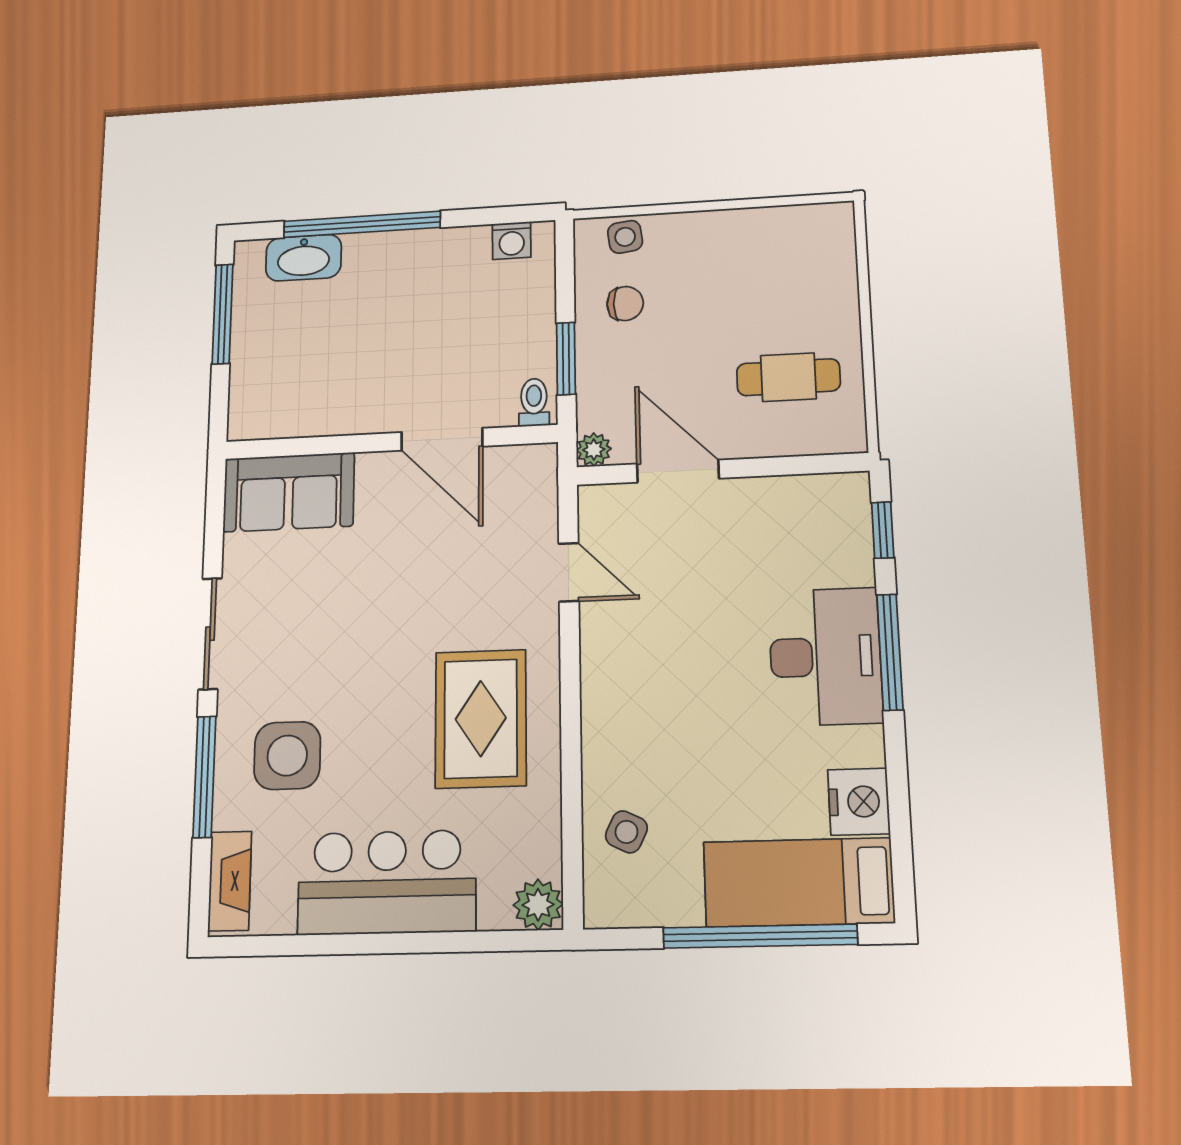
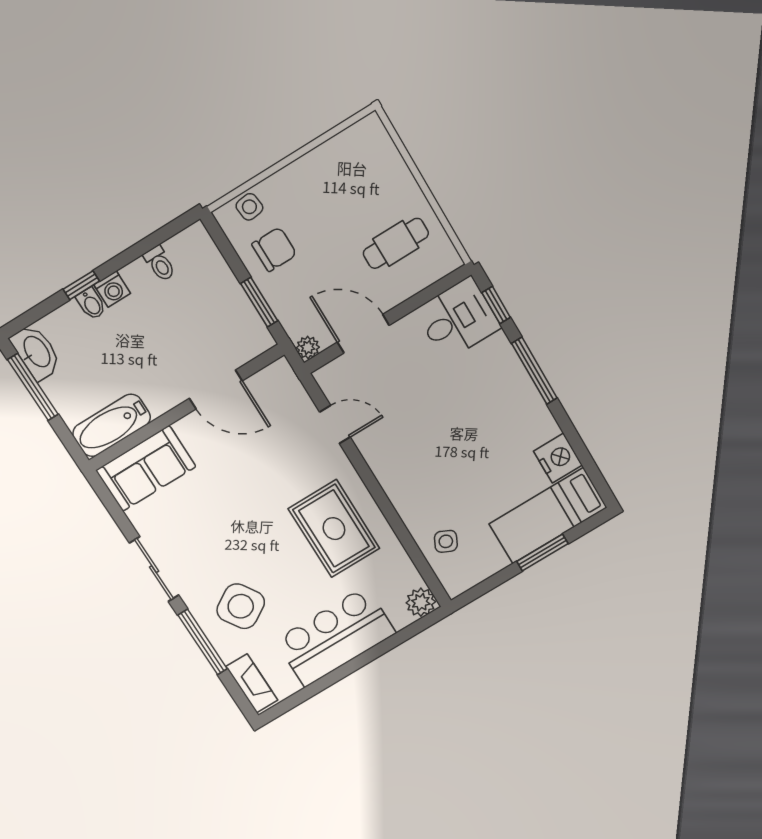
window: (362, 224) -> (81, 285), width x0.32
washing machine: (512, 241) -> (112, 289), moved
bidet: (359, 252) -> (91, 304), added
washbasin: (304, 258) -> (36, 352), moved, turned -90
chair: (625, 304) -> (274, 249), width x1.37, depth x1.37
toilet: (534, 402) -> (160, 264), moved, turned 180
bathtub: (284, 413) -> (112, 425), added
desk: (825, 657) -> (458, 319), moved, width x0.73
side table: (287, 756) -> (241, 606), turned -32
window: (760, 936) -> (542, 553), width x0.47

